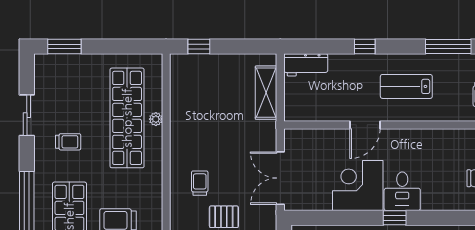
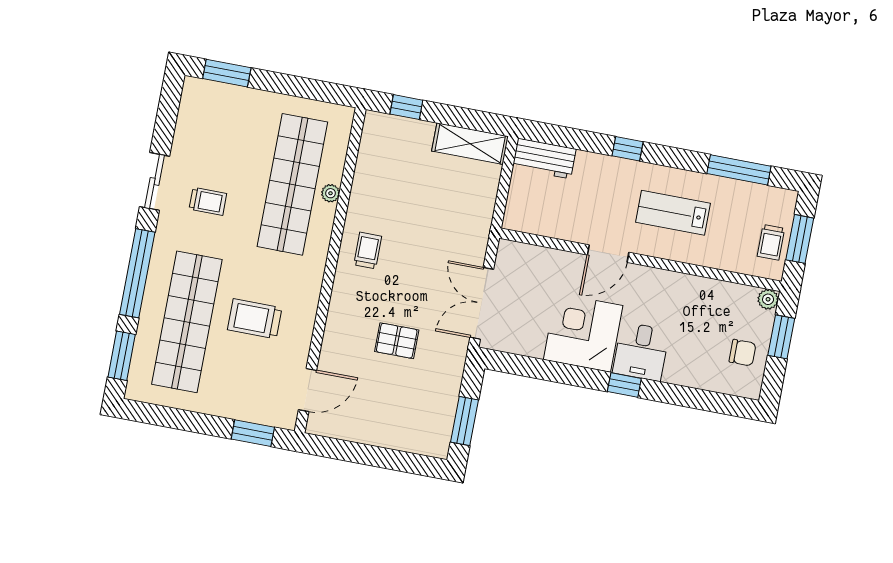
shelving: (266, 93) -> (470, 144), moved, turned 90
sliding door: (27, 115) -> (155, 181), moved
trolley: (200, 183) -> (368, 250), moved

